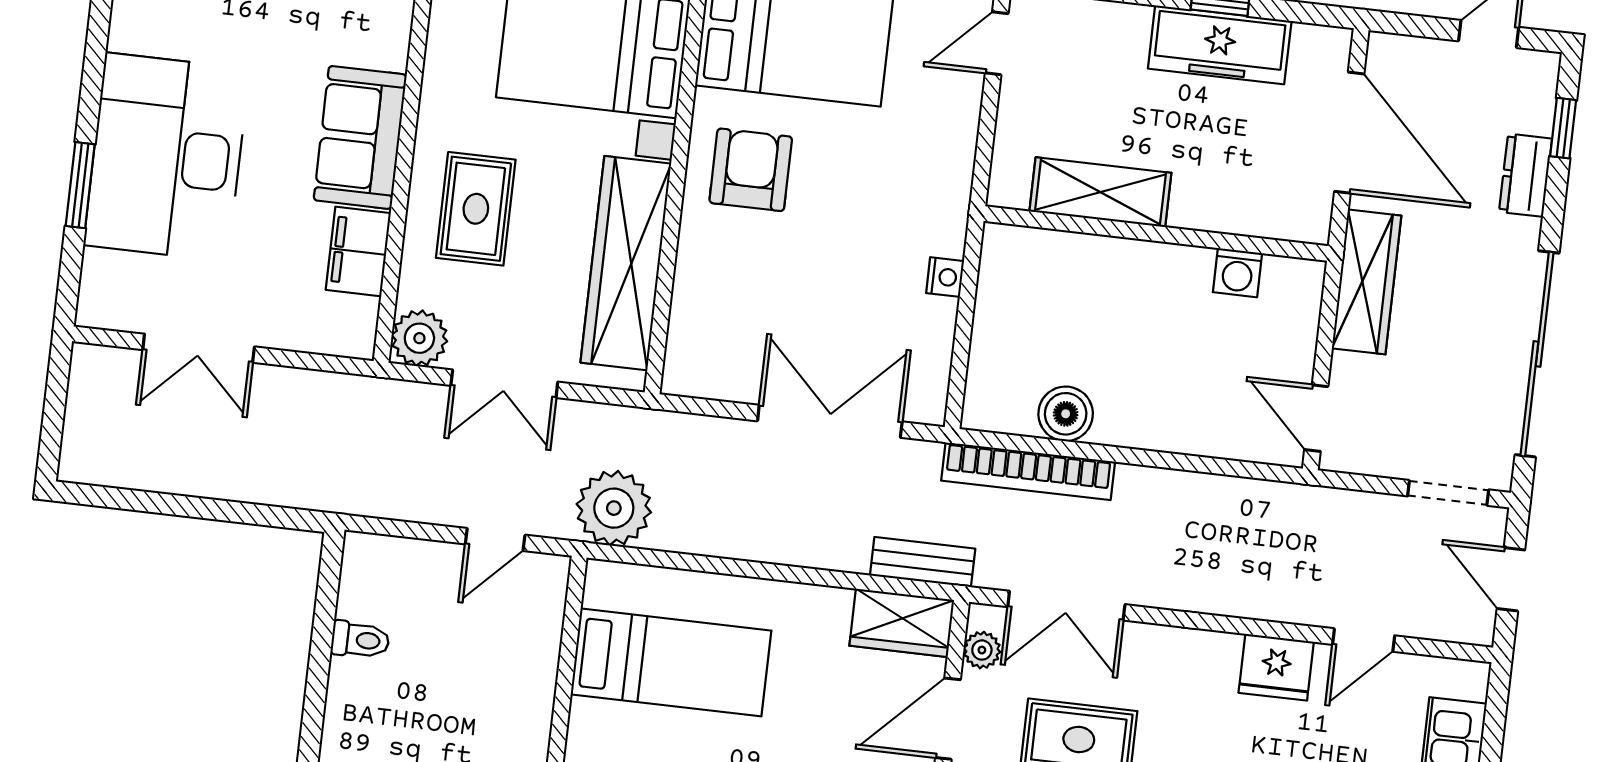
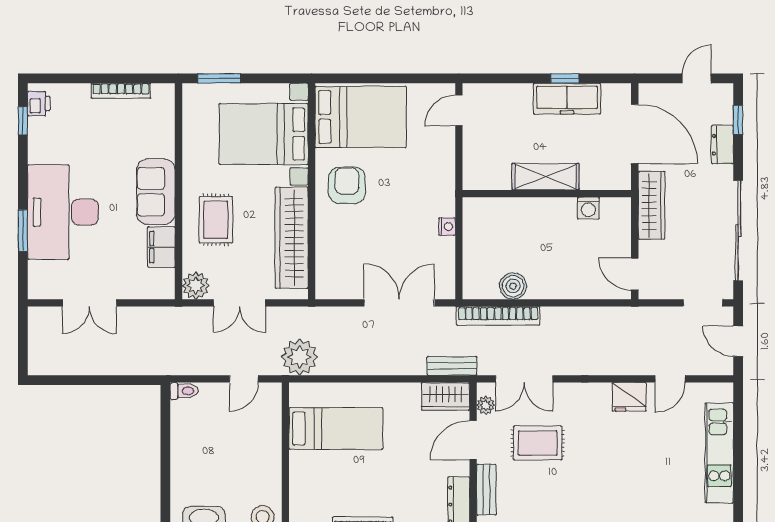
shelving: (1100, 192) -> (545, 177), moved
toilet: (360, 640) -> (184, 391), moved

